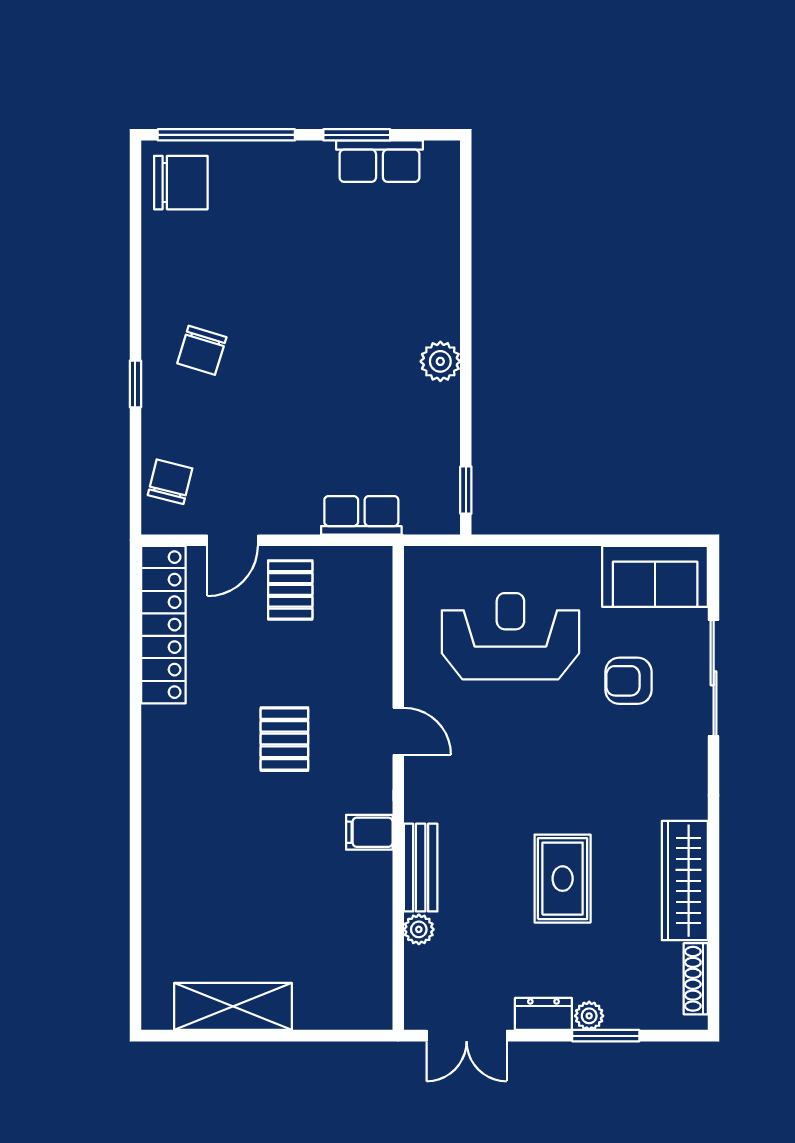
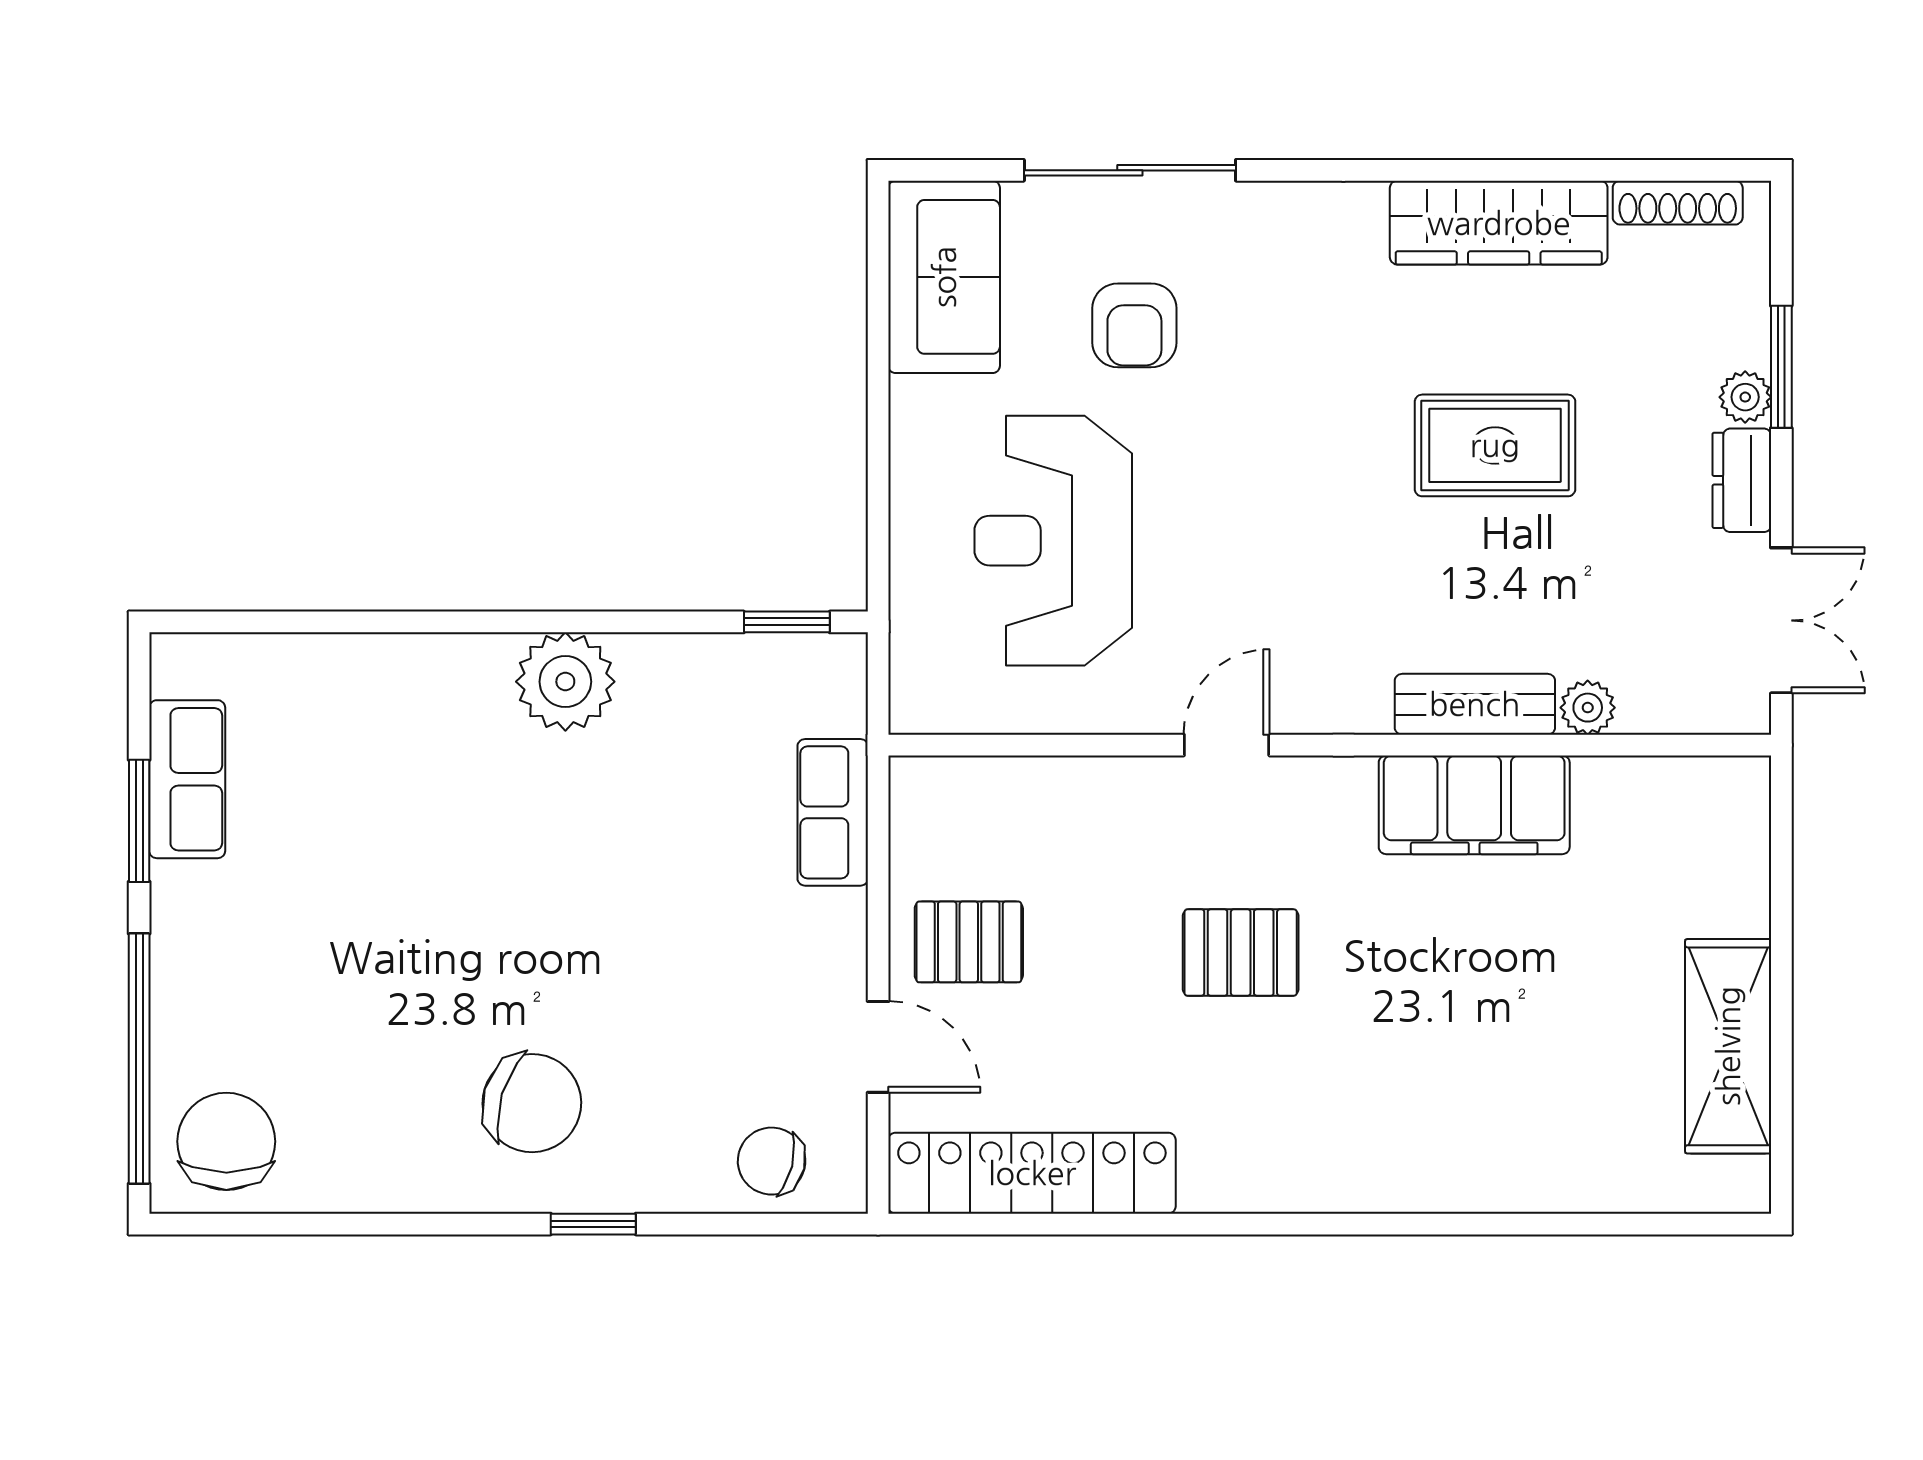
chair: (202, 350) -> (532, 1103), width x1.37, depth x1.37
plant: (440, 361) -> (565, 682), width x1.36, depth x1.36
filing cabinet: (369, 832) -> (1474, 805), width x3.00, depth x1.17

